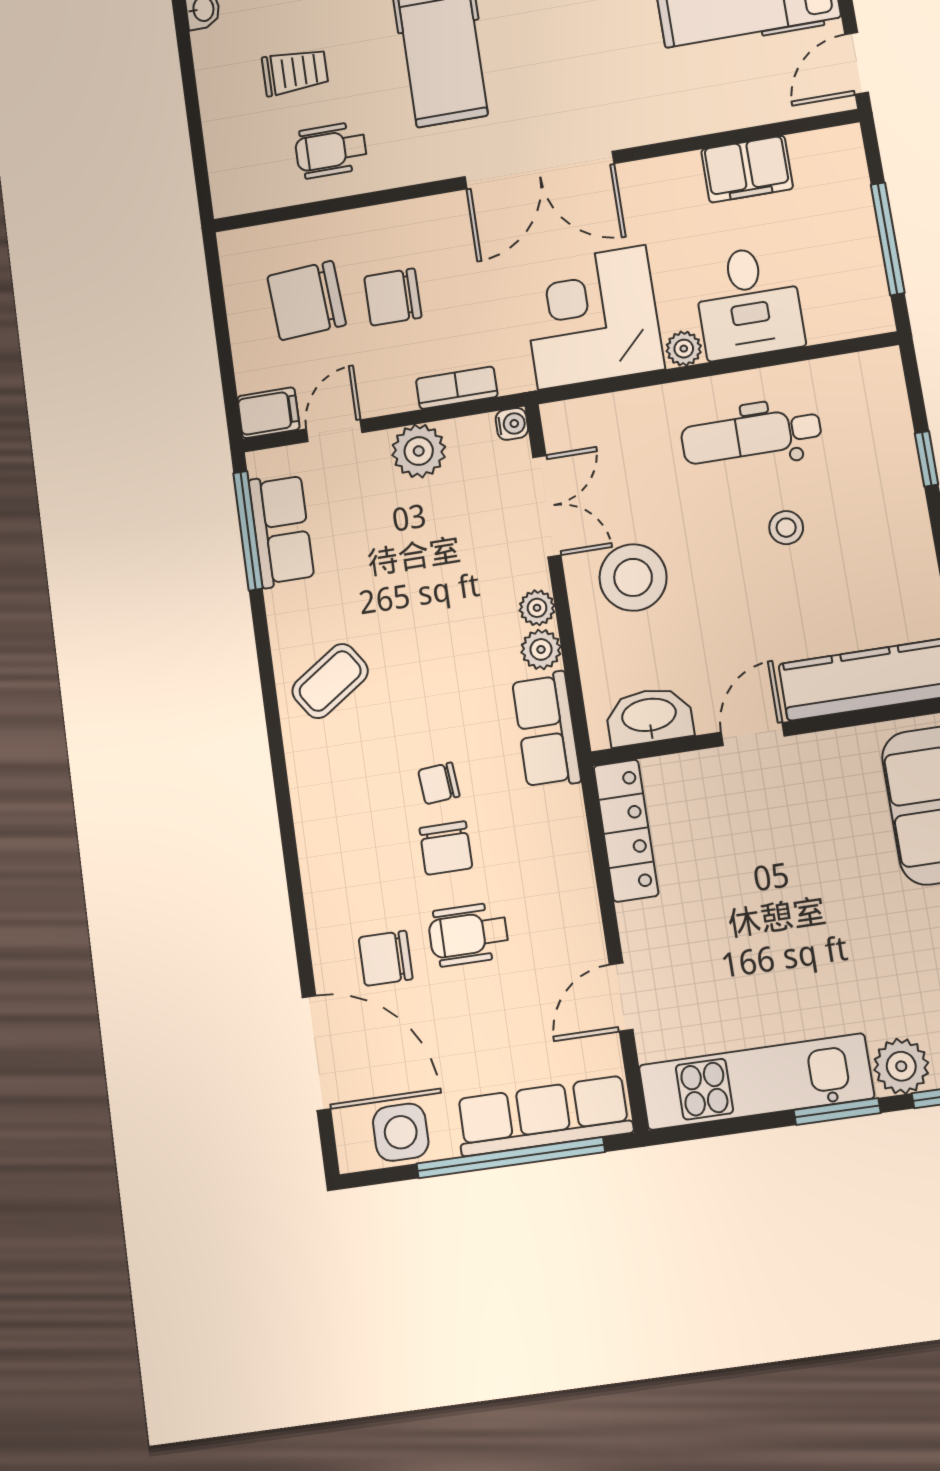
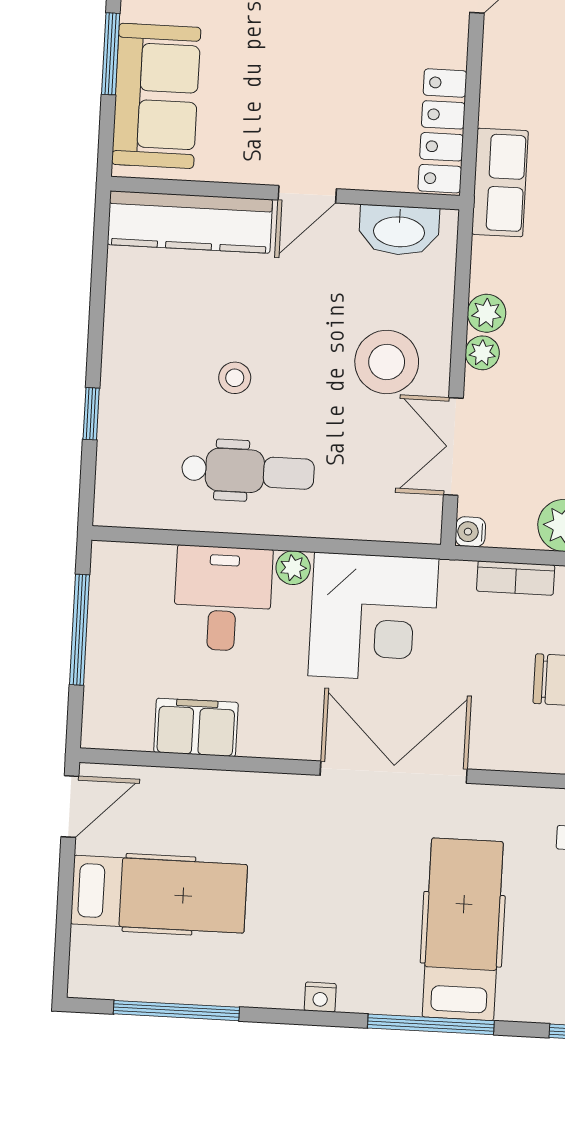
row of seats: (546, 730) -> (500, 183), moved

